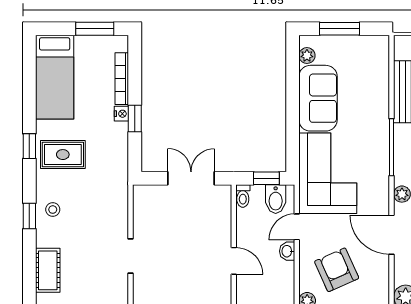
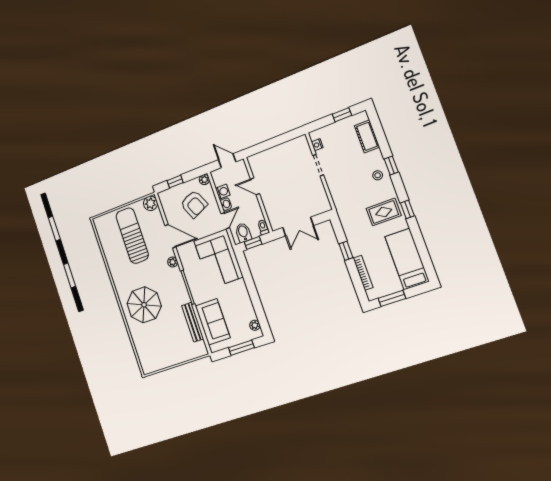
sofa: (318, 98) -> (213, 322), moved, turned 180
nightstand: (121, 114) -> (317, 145), moved
washing machine: (285, 272) -> (223, 192), added

